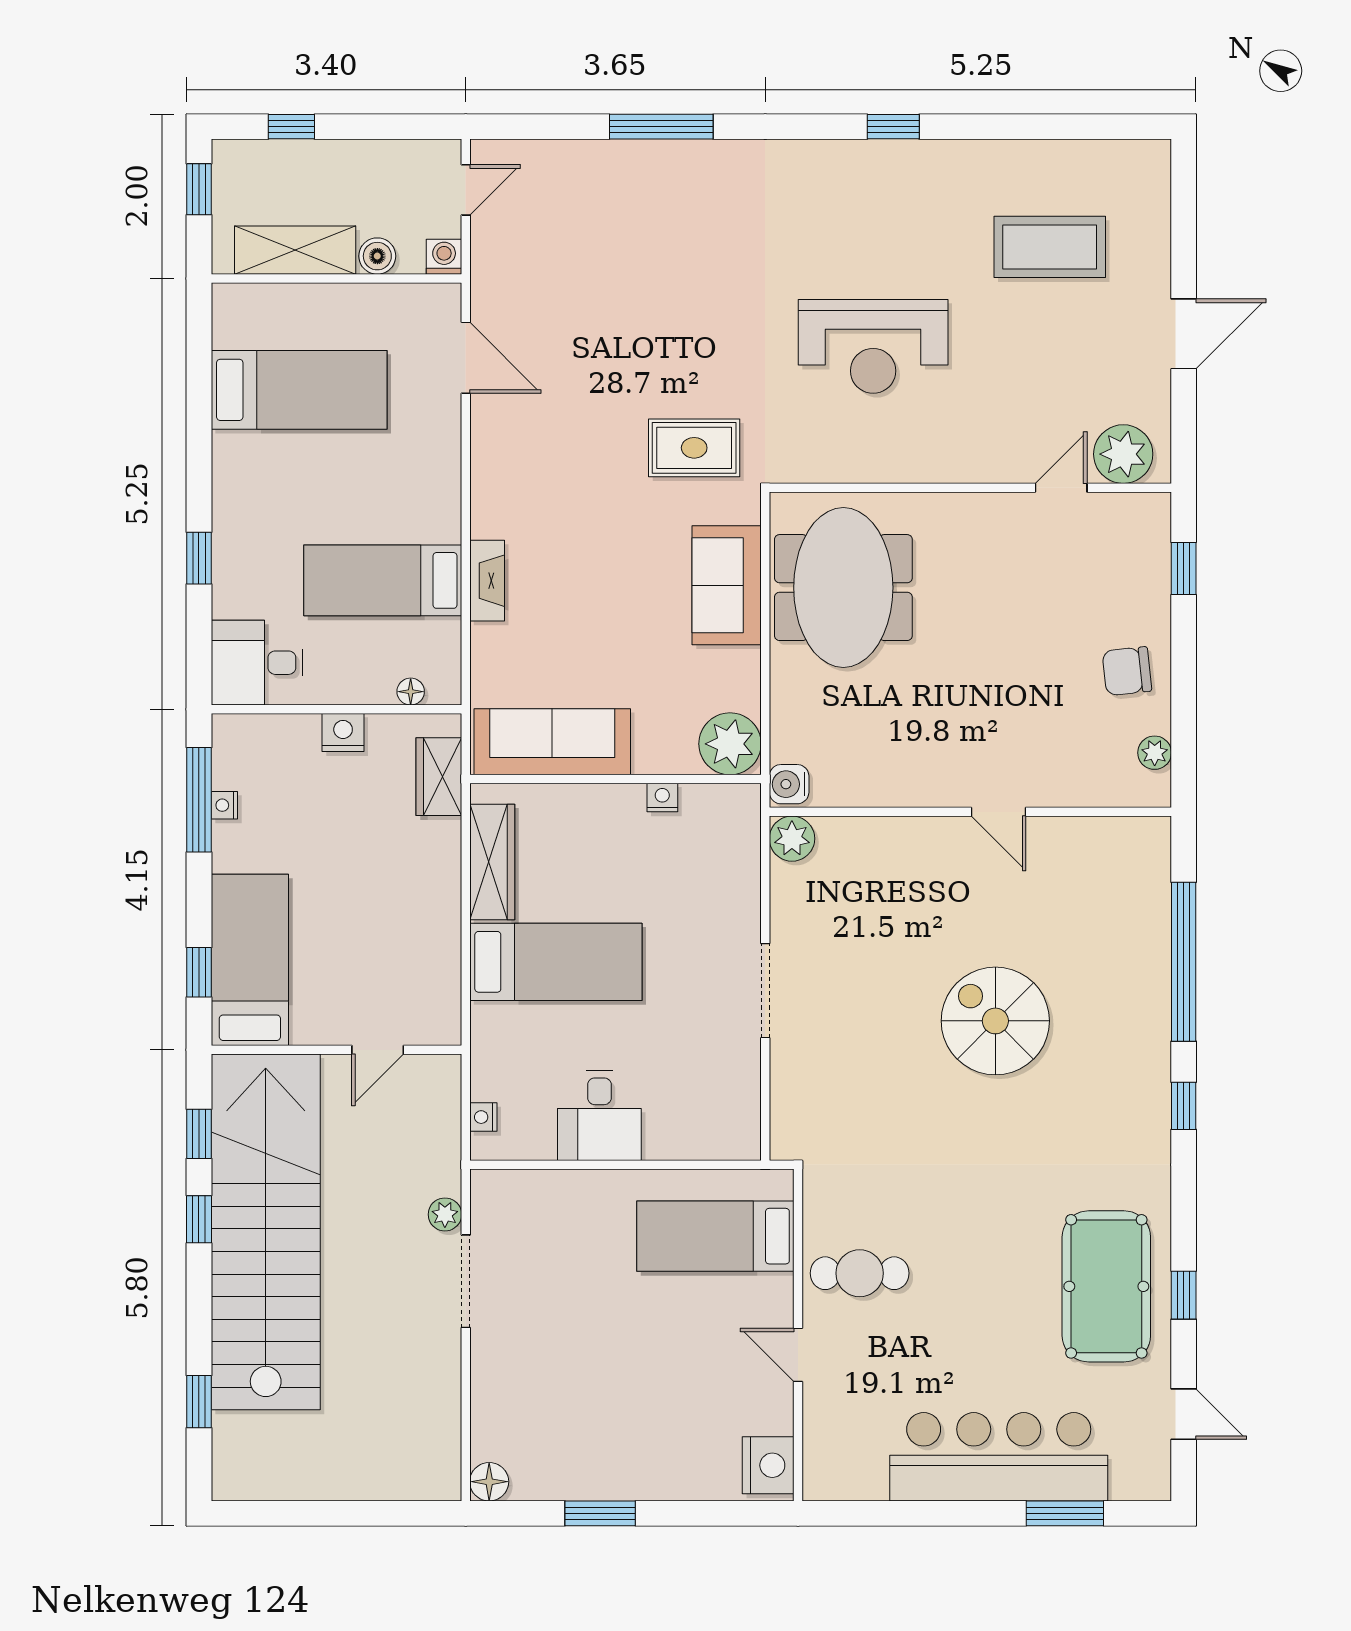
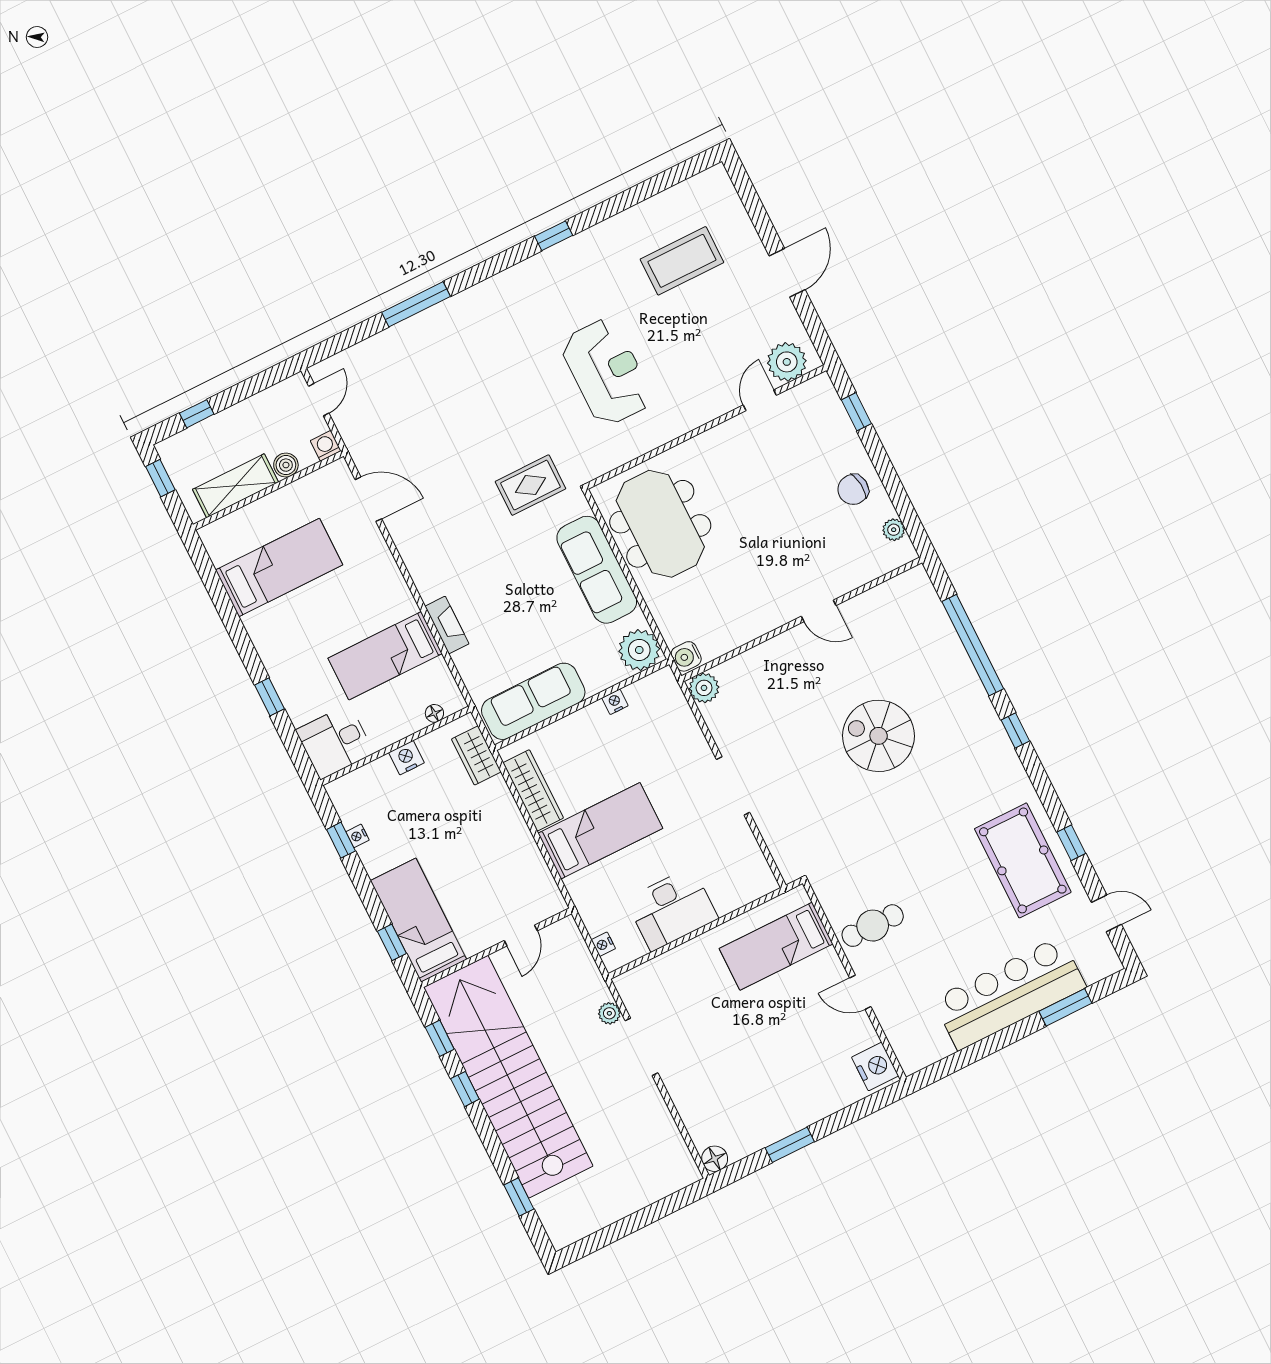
reception desk: (873, 346) -> (607, 372), turned -90
sofa: (727, 585) -> (597, 570), width x1.36
window: (199, 800) -> (341, 840), width x0.46
desk: (599, 1116) -> (672, 909), width x1.37

